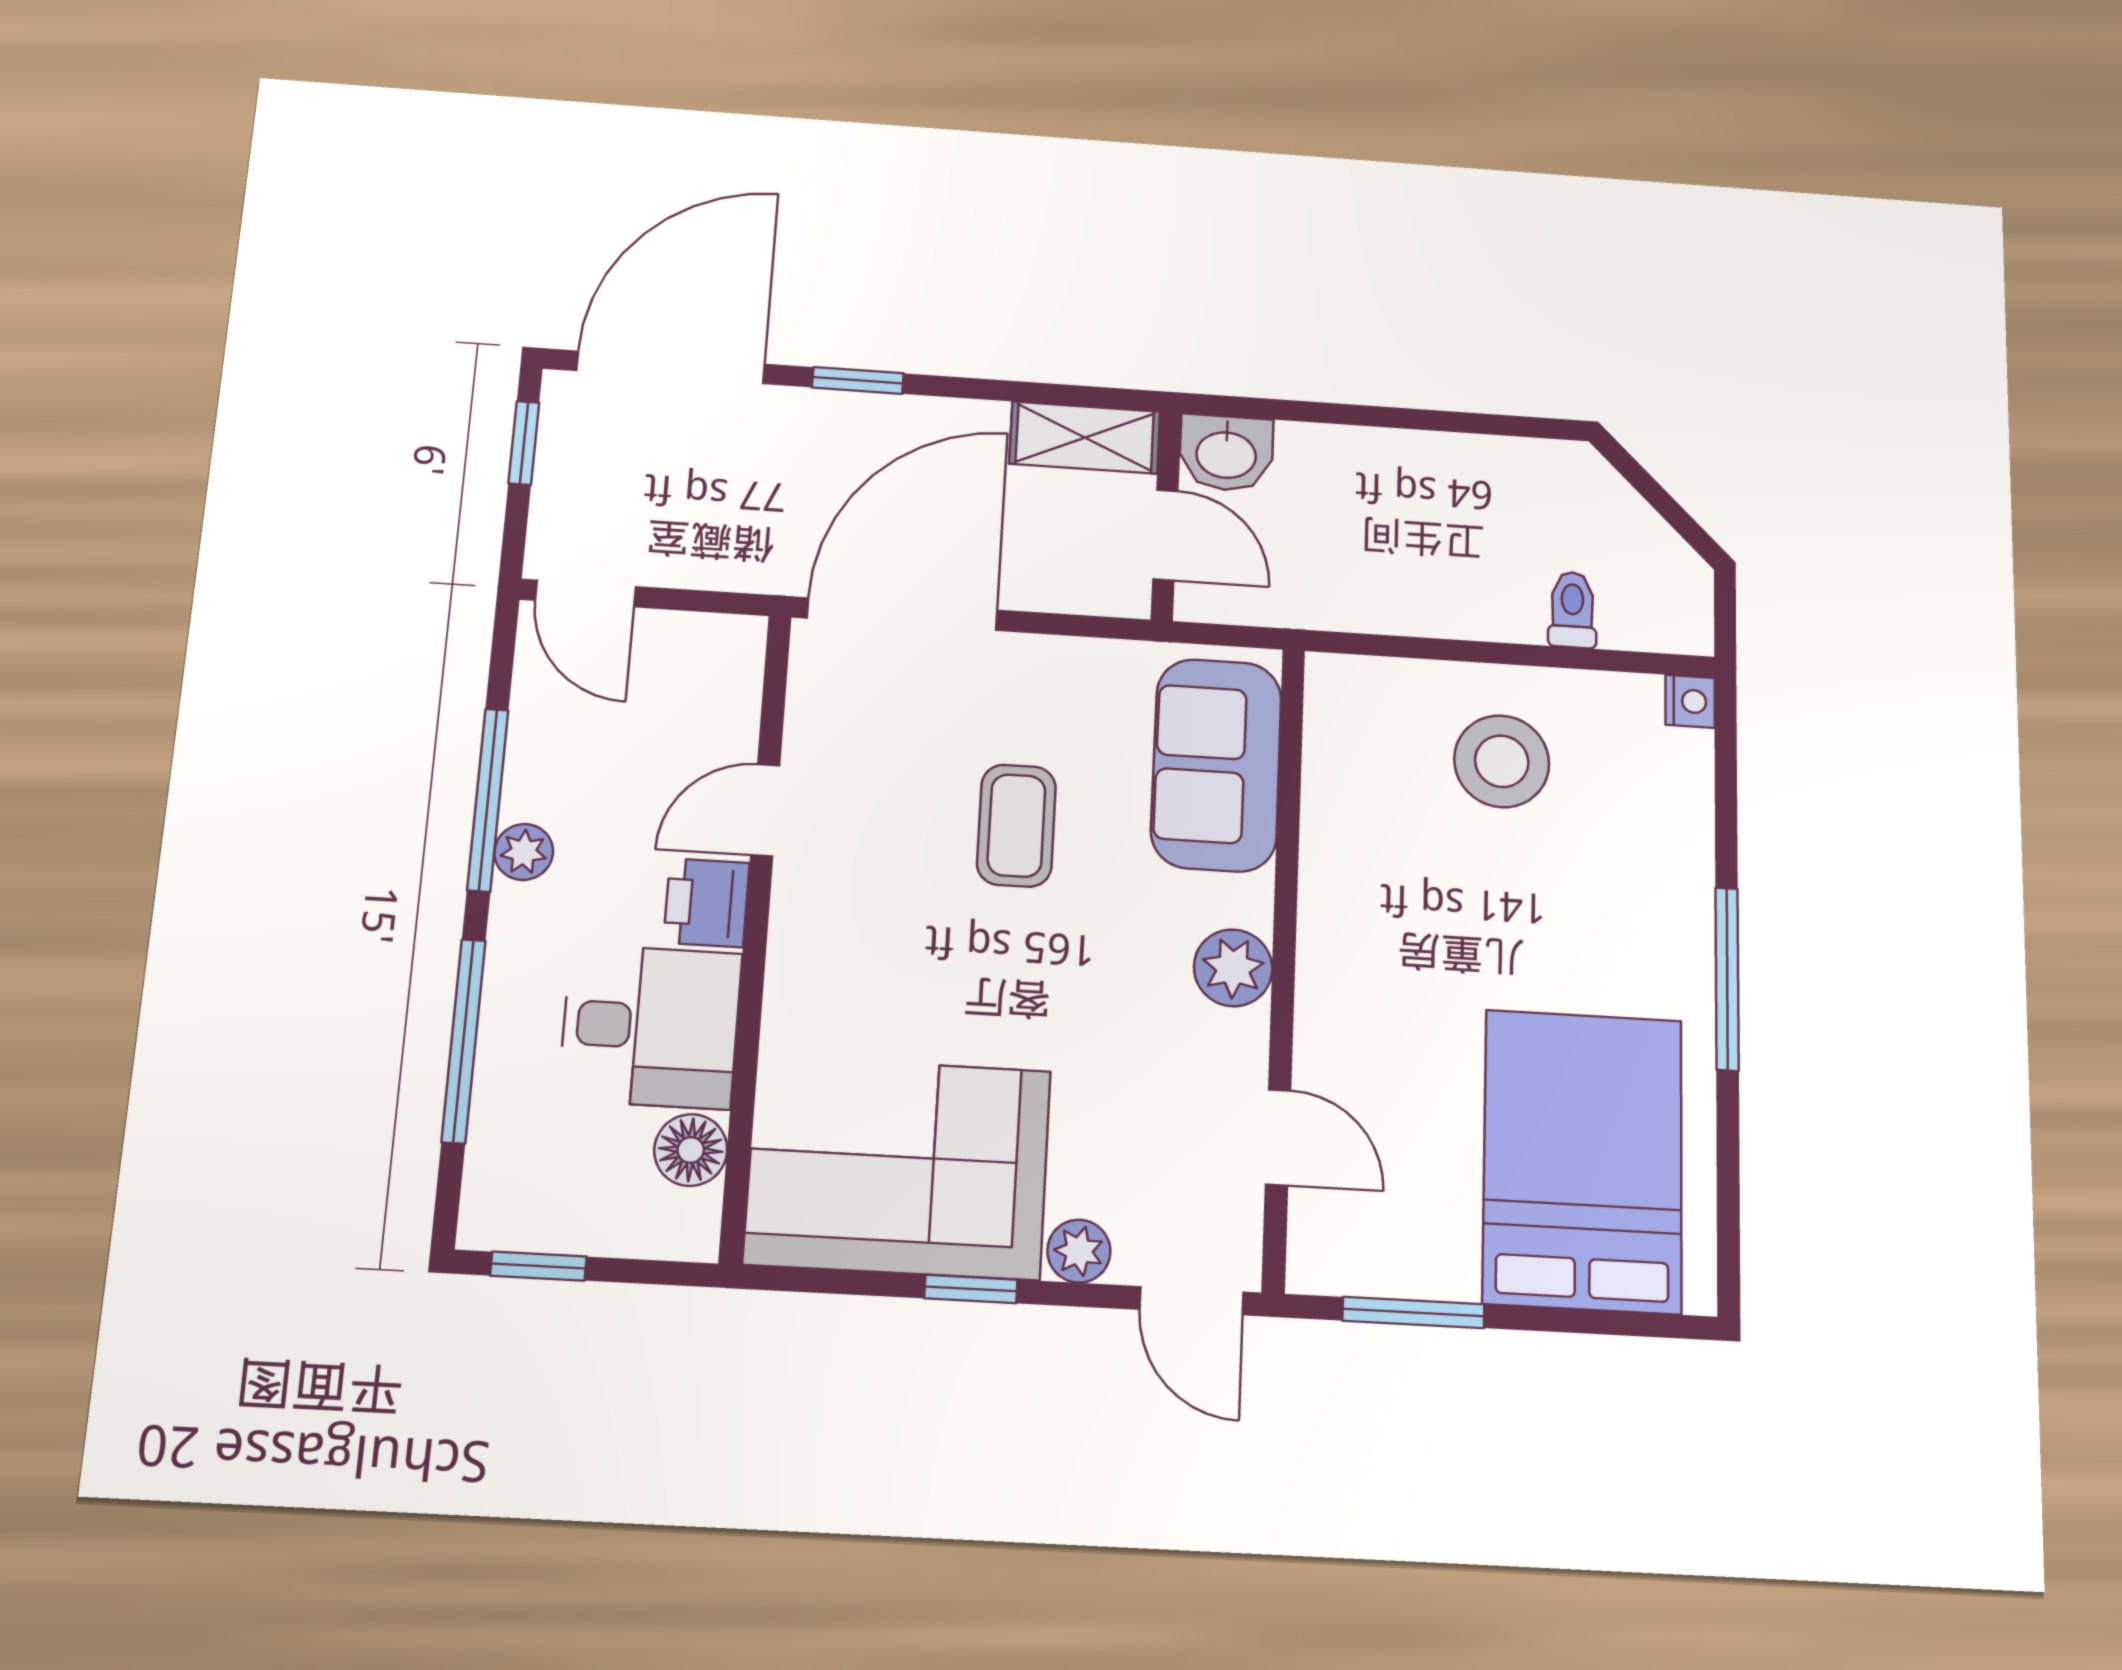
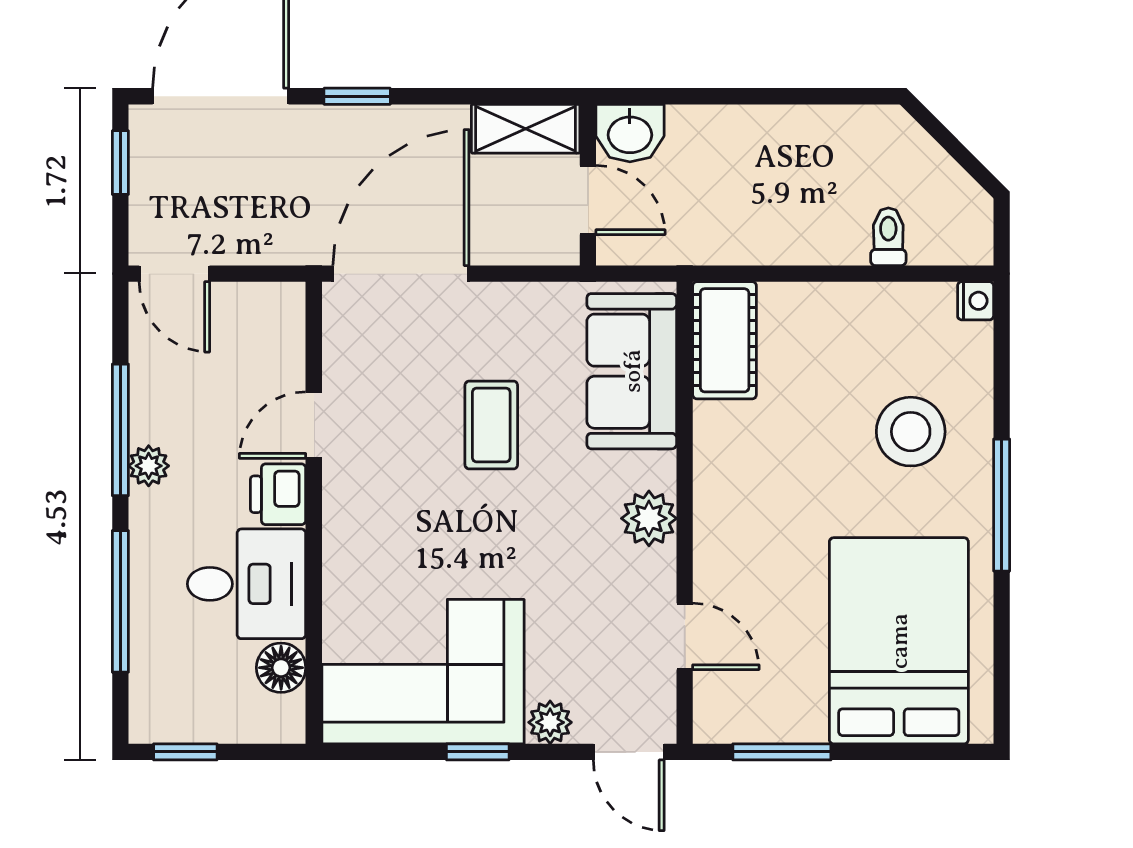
cot: (1346, 732) -> (725, 340), added
stool: (1502, 761) -> (911, 432), moved

